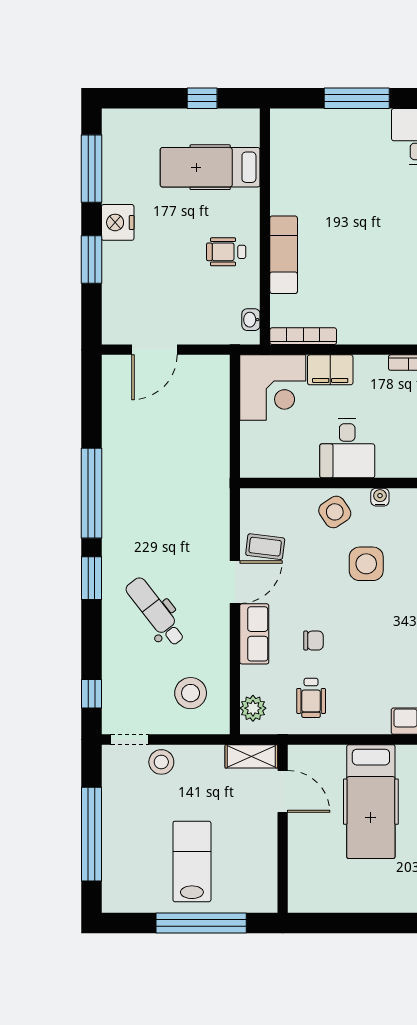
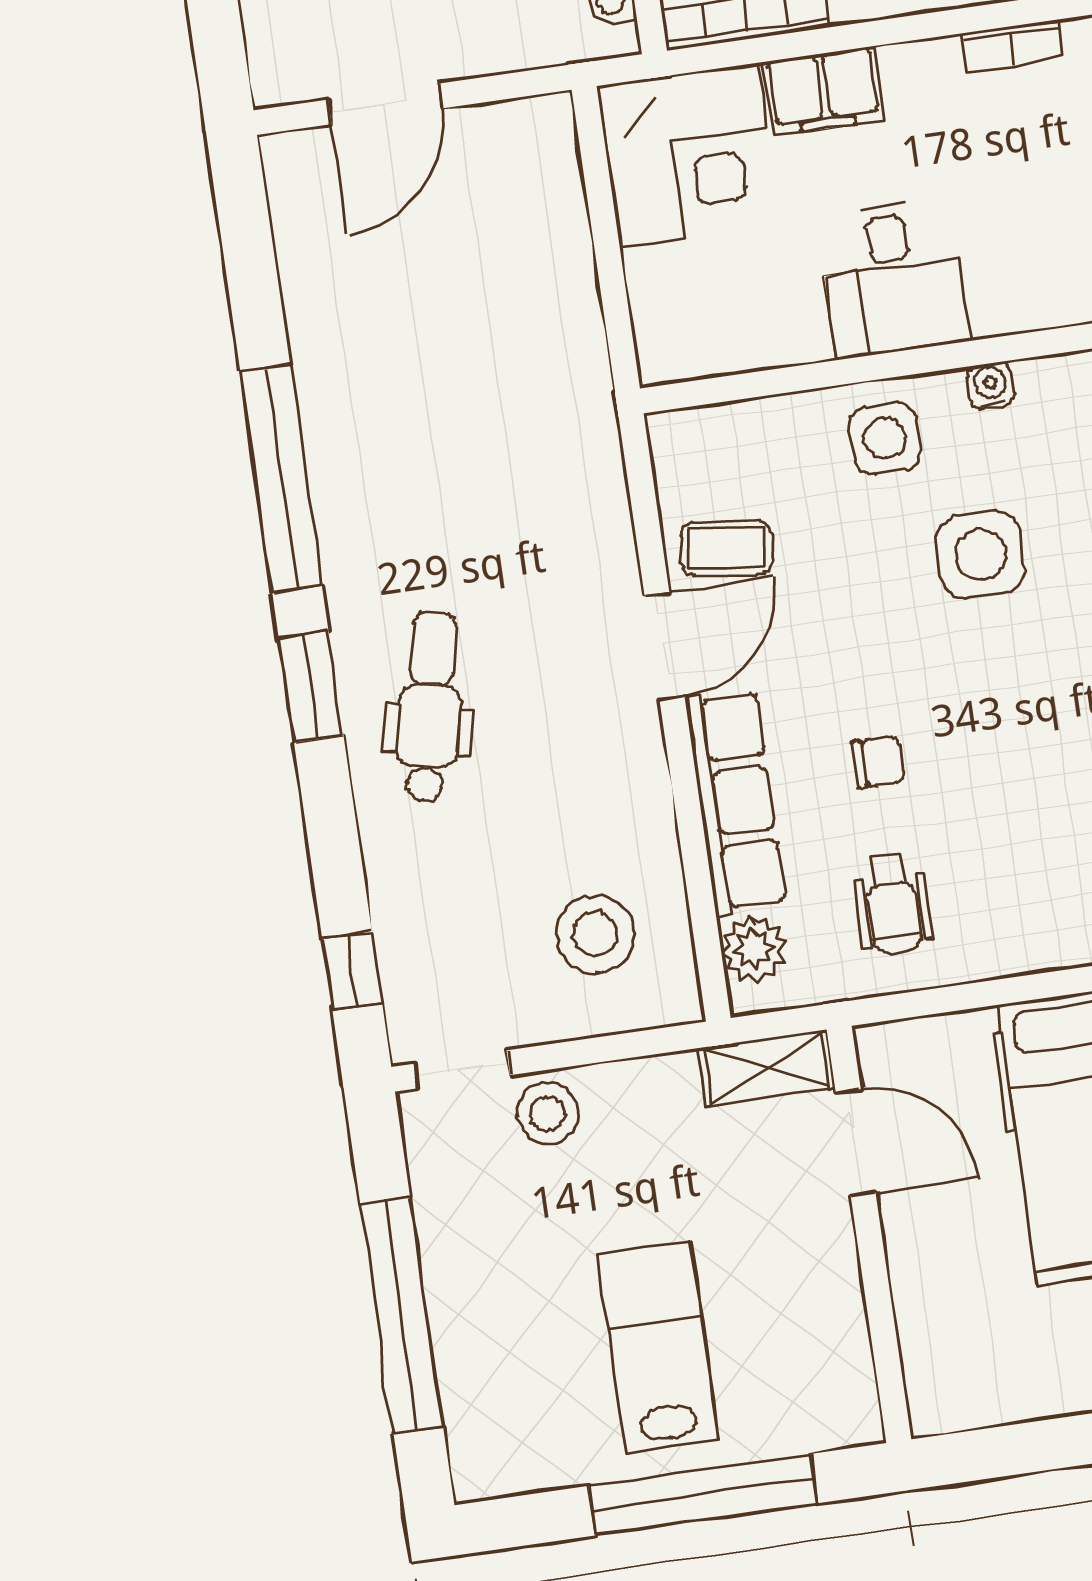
side table: (335, 512) -> (885, 438), turned 34
dental chair: (155, 612) -> (430, 707), moved, turned 50
row of seats: (254, 634) -> (736, 802), width x1.48

